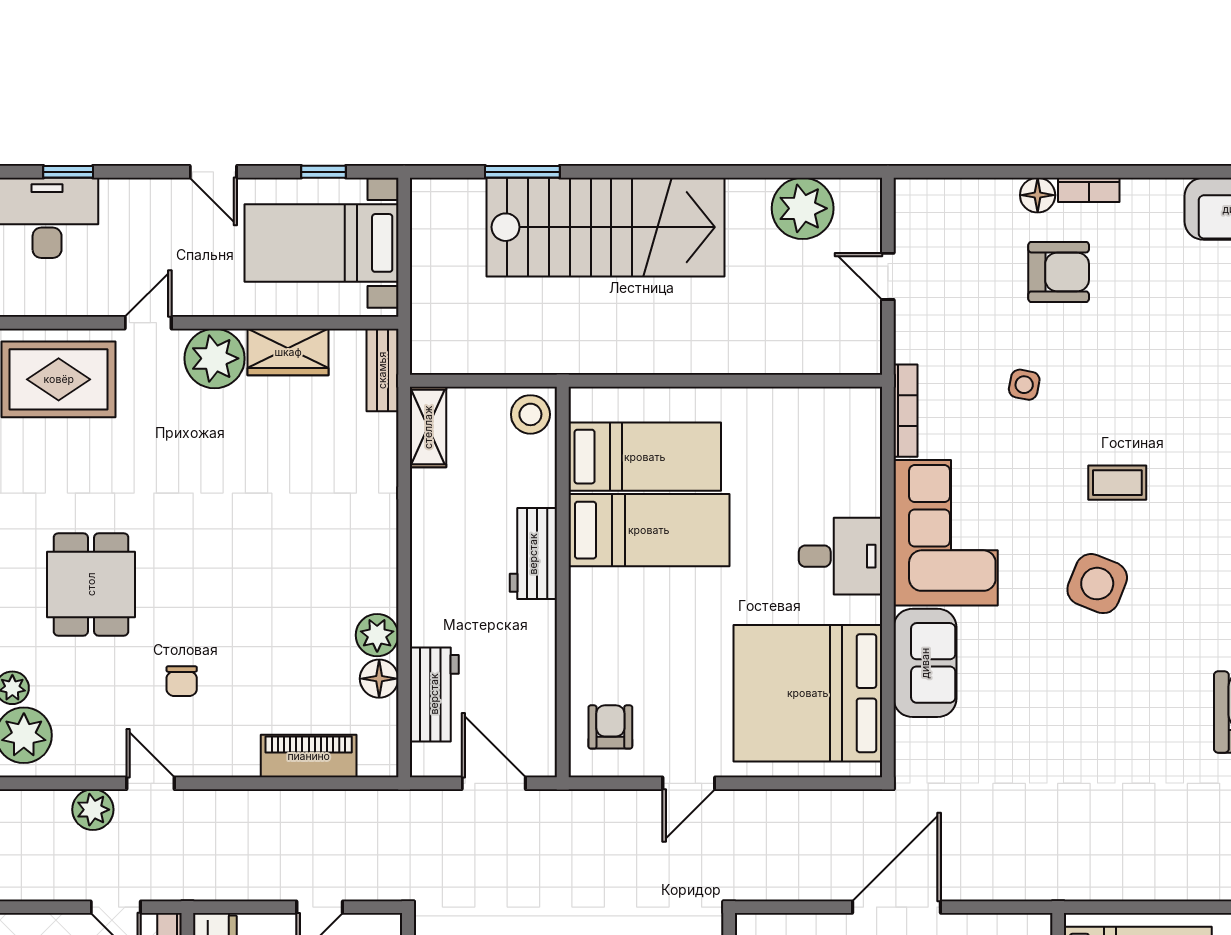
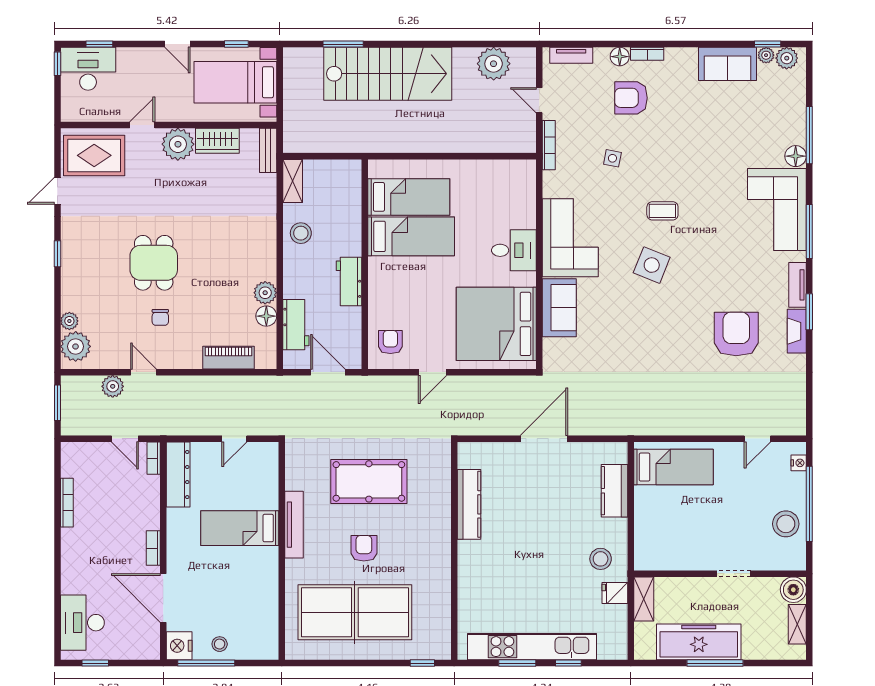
tv unit: (947, 193) -> (571, 55), added
armchair: (1059, 272) -> (631, 98), turned 180
bookcase: (905, 411) -> (549, 145), moved
stool: (530, 414) -> (301, 233), moved
workbench: (533, 554) -> (349, 281), moved
dining table: (91, 584) -> (154, 263), moved

